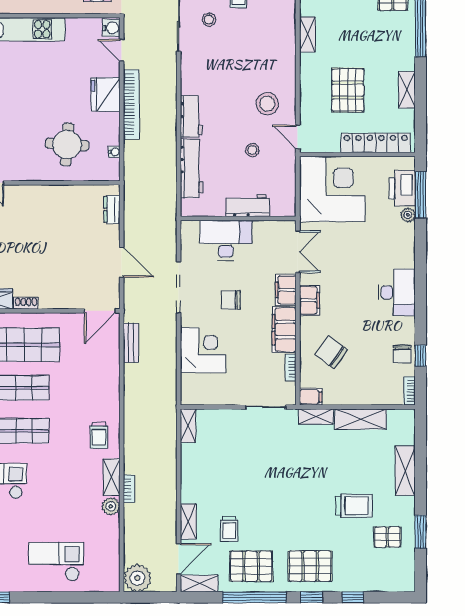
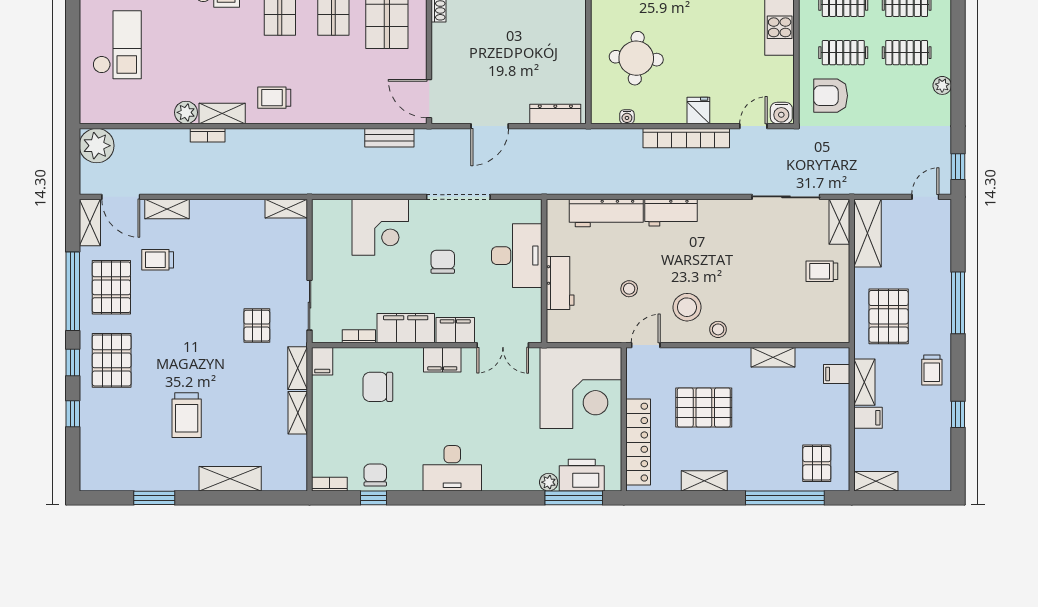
stool: (209, 19) -> (718, 329), moved
fridge: (106, 95) -> (698, 111), width x0.53, depth x0.75
dresser: (112, 209) -> (555, 114), width x1.44
chair: (331, 352) -> (378, 387), turned -126
chair: (402, 354) -> (375, 475), turned 90
shelving: (361, 419) -> (298, 413), width x0.67, depth x0.75
pallet: (387, 537) -> (257, 326), moved

